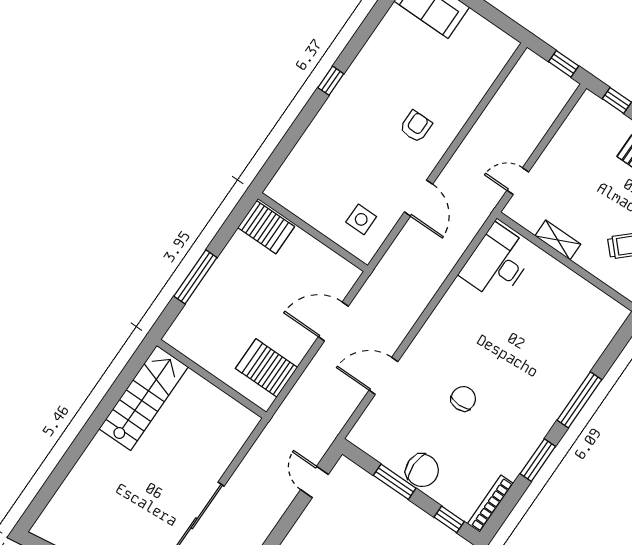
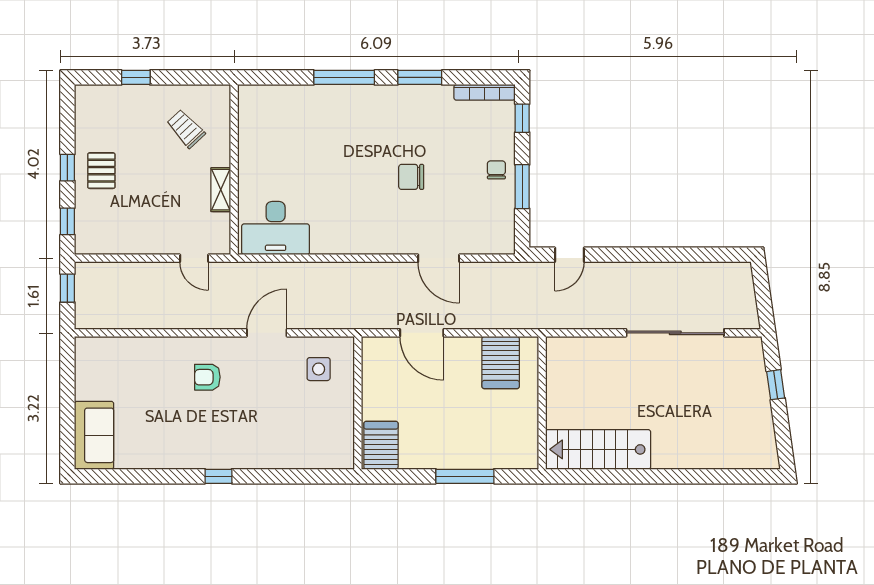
chair: (422, 470) -> (496, 170), width x0.54, depth x0.54

